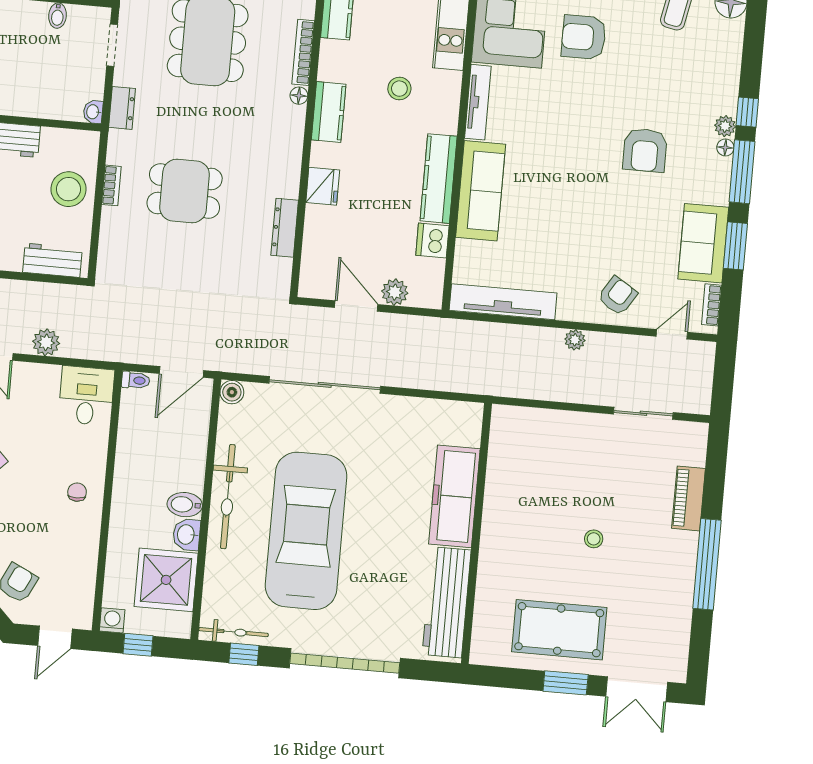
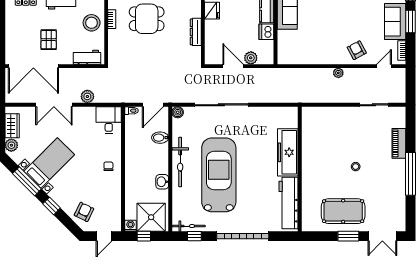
armchair: (618, 296) -> (357, 50), turned -60
tv unit: (503, 302) -> (303, 58), removed
bidet: (185, 505) -> (160, 138), moved
shower: (166, 580) -> (151, 217), moved

